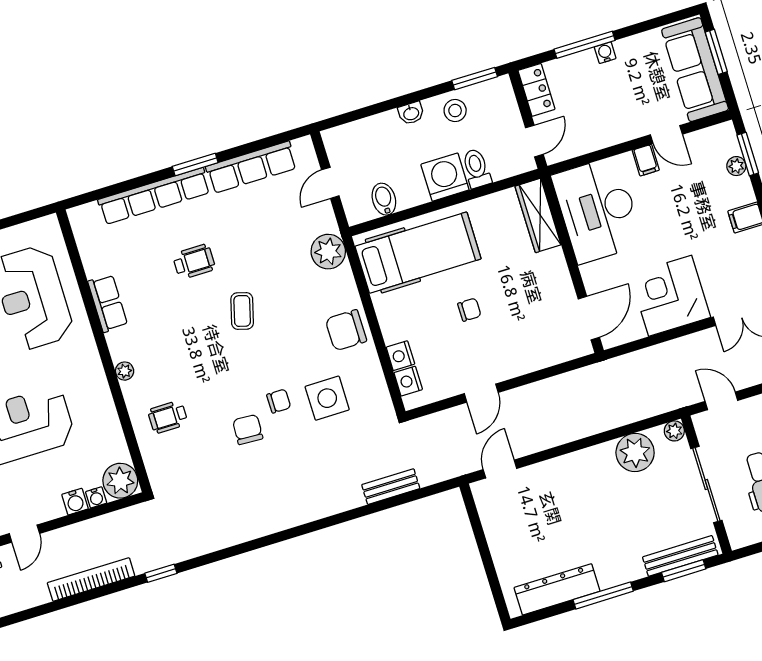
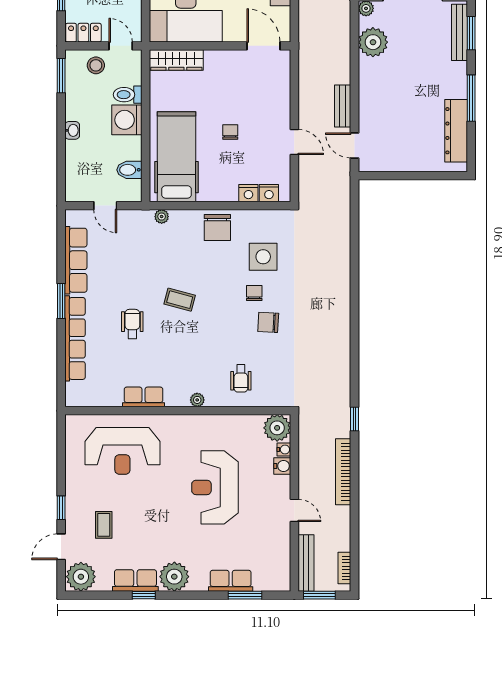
stool: (455, 111) -> (96, 65), moved
plant: (328, 252) -> (162, 217), width x0.53, depth x0.53
bench: (391, 487) -> (343, 106), moved

